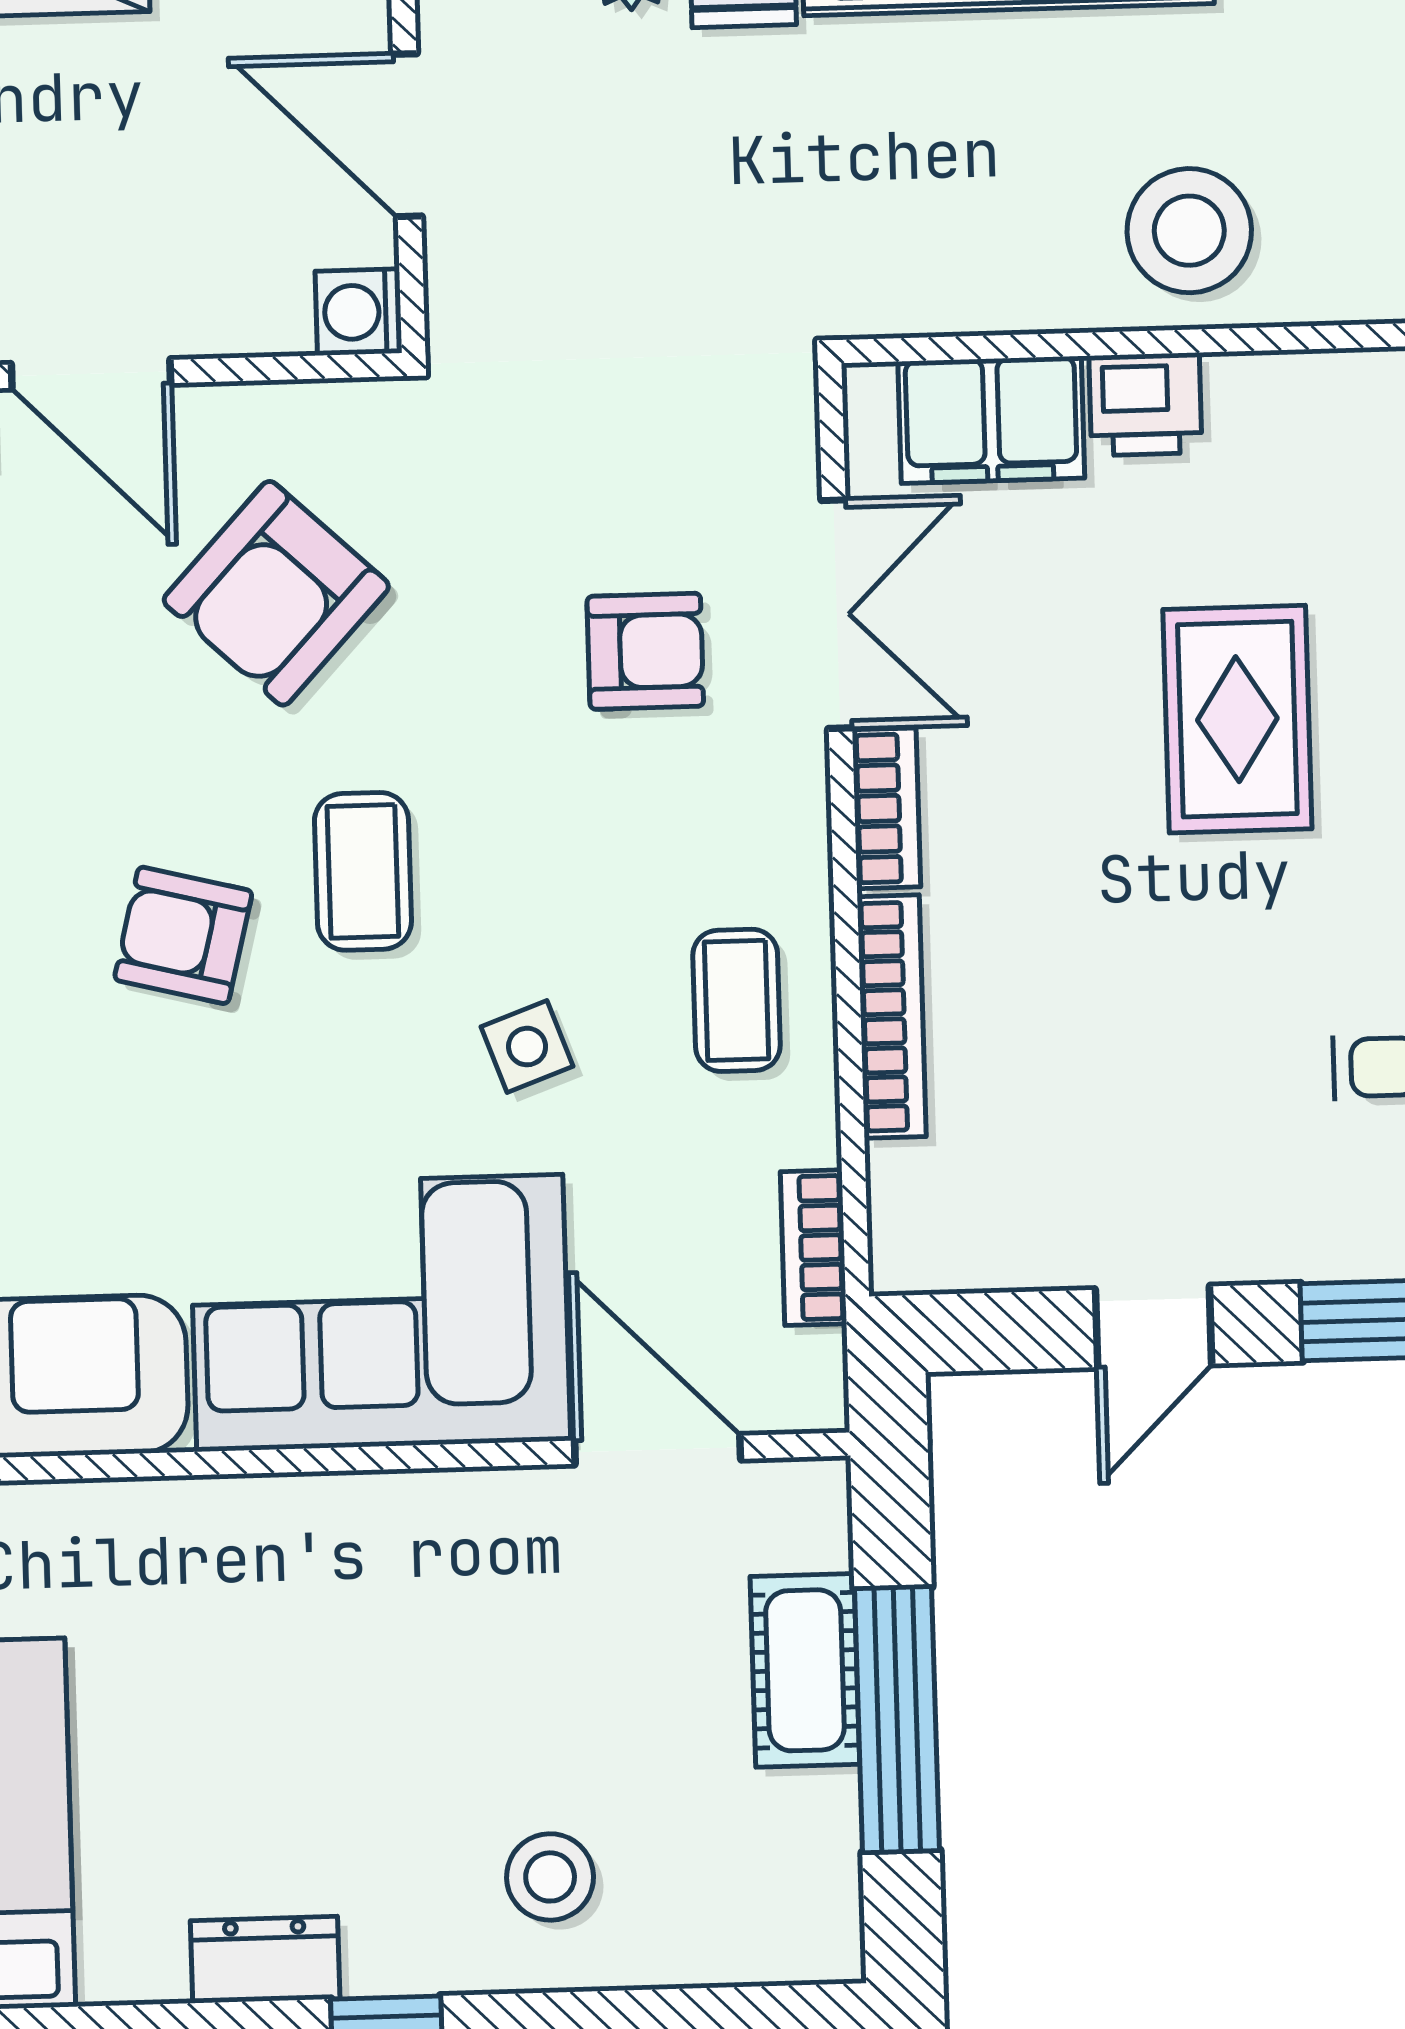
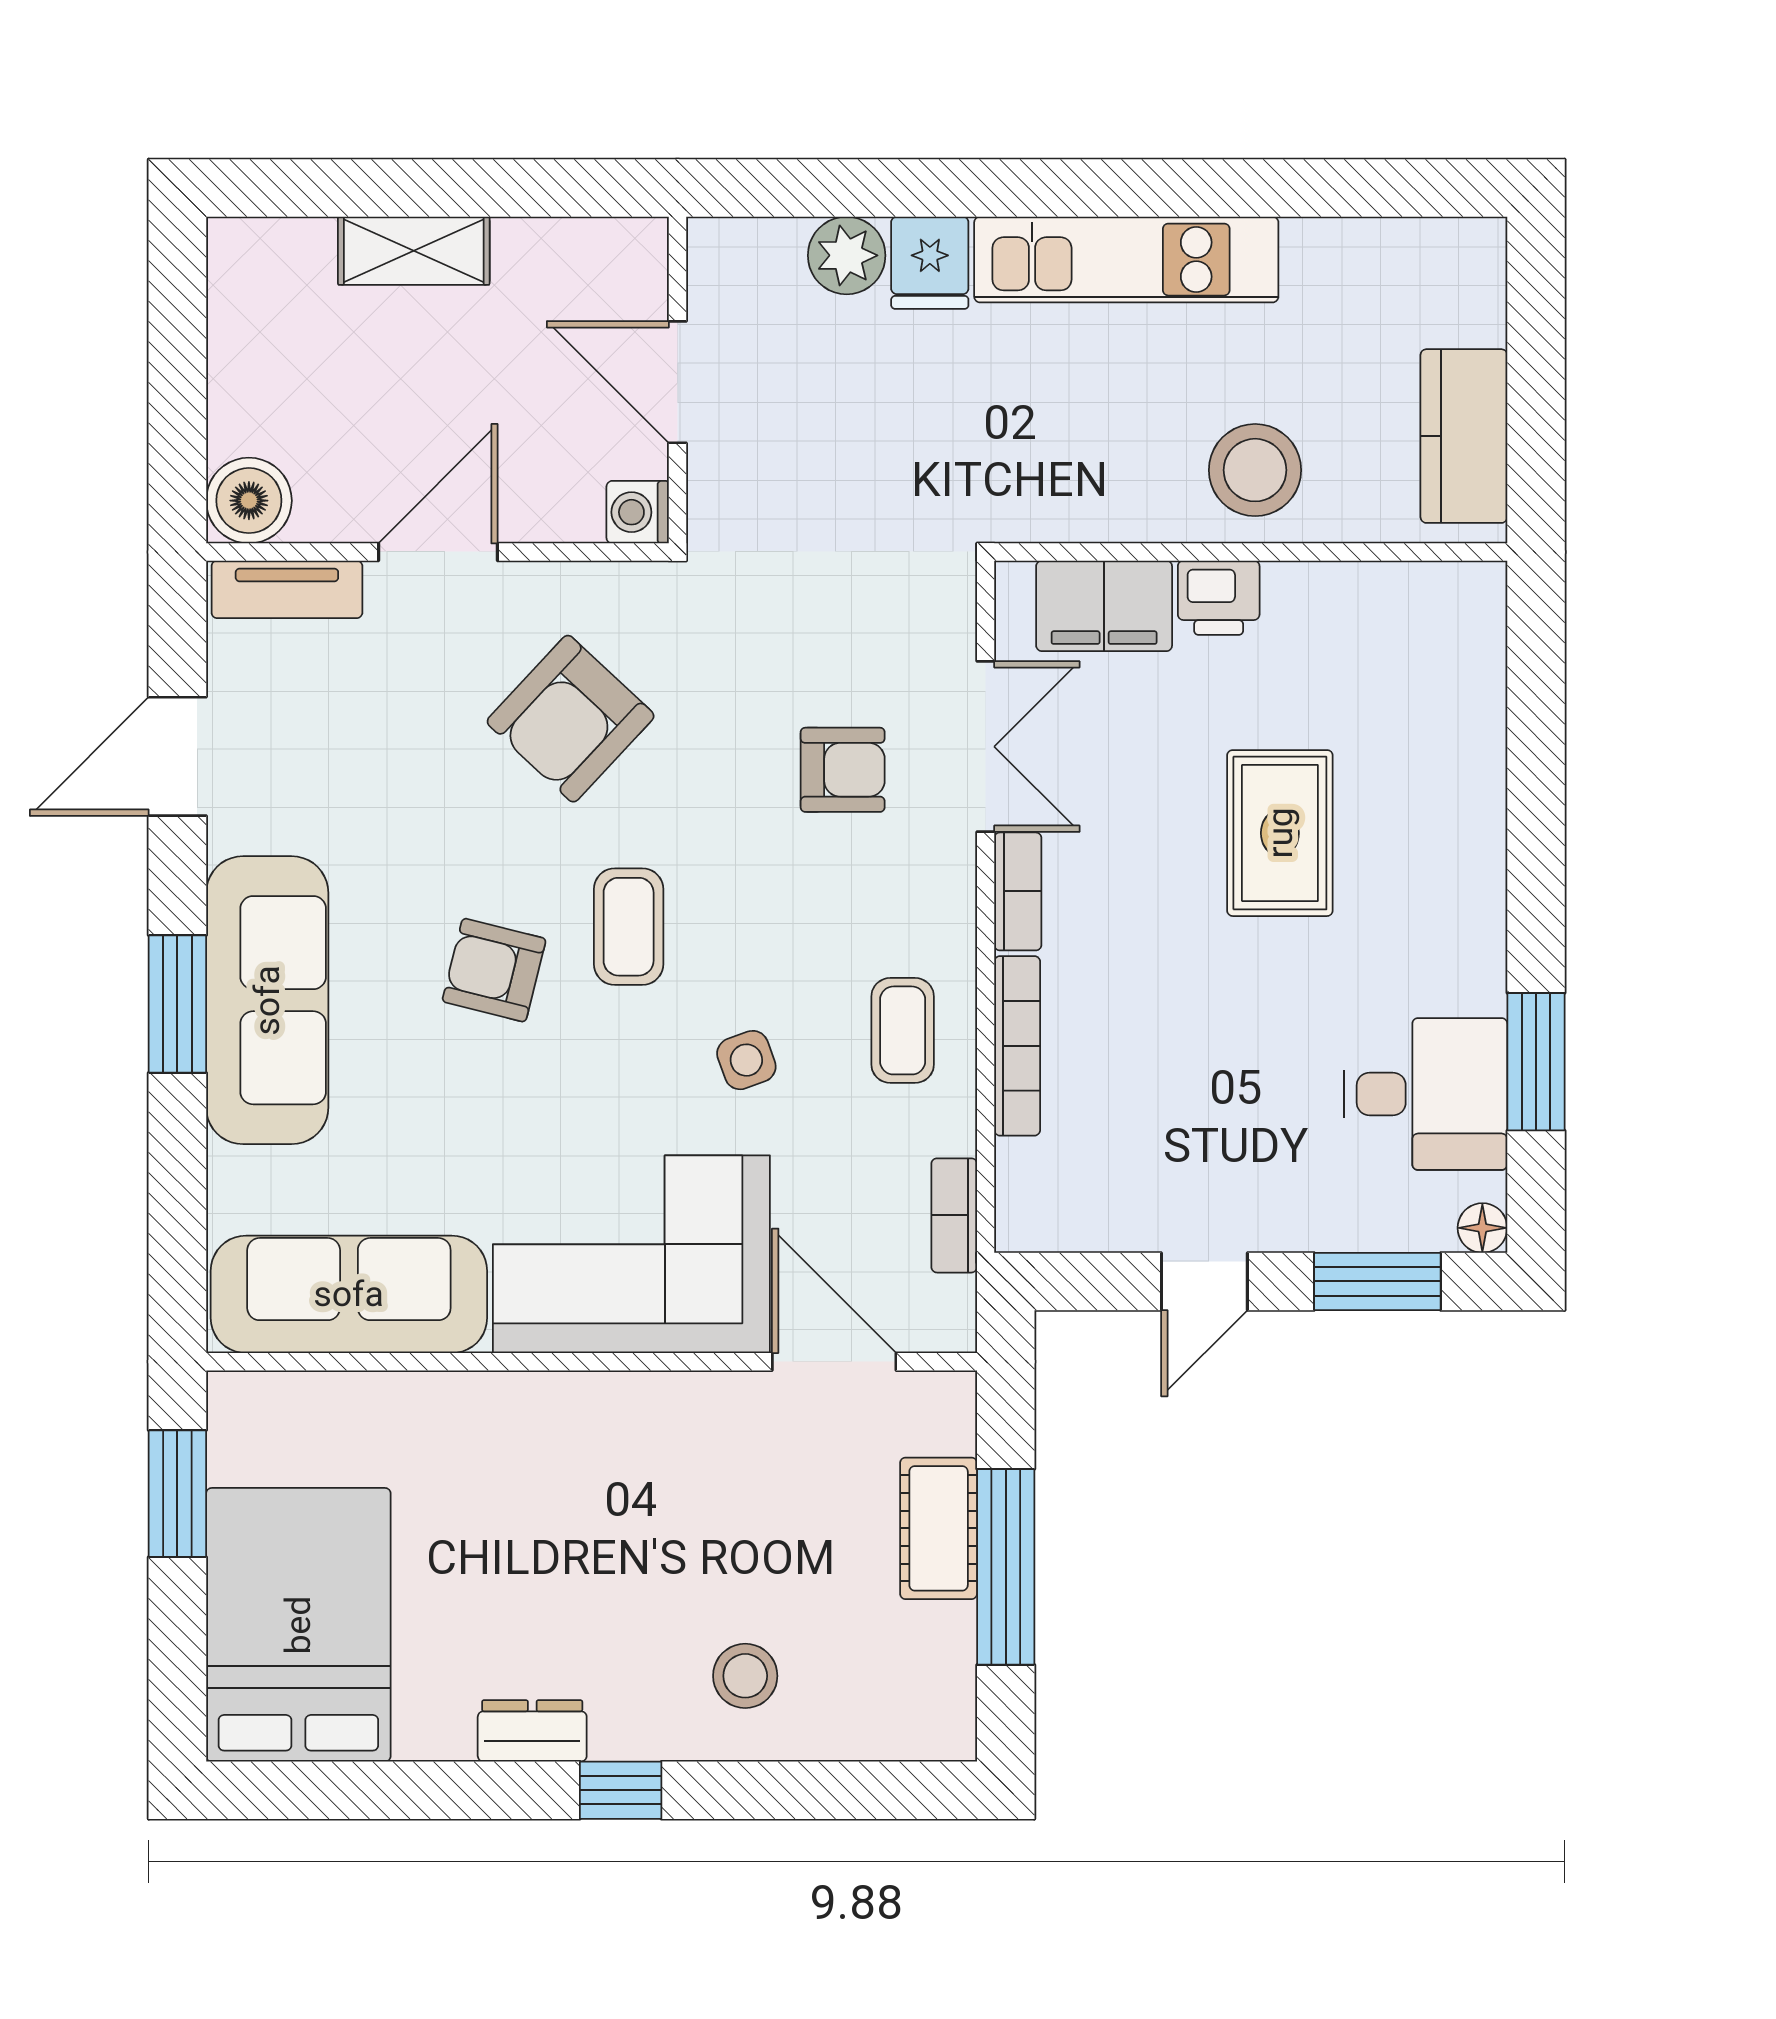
door: (91, 374) -> (438, 552), swing flipped

